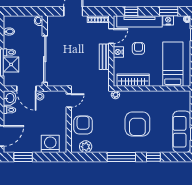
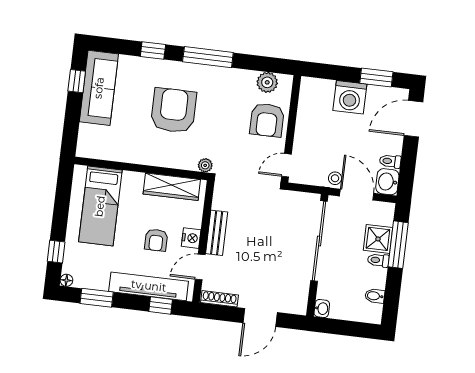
nightstand: (168, 20) -> (99, 282), removed
washing machine: (50, 144) -> (350, 97), moved

